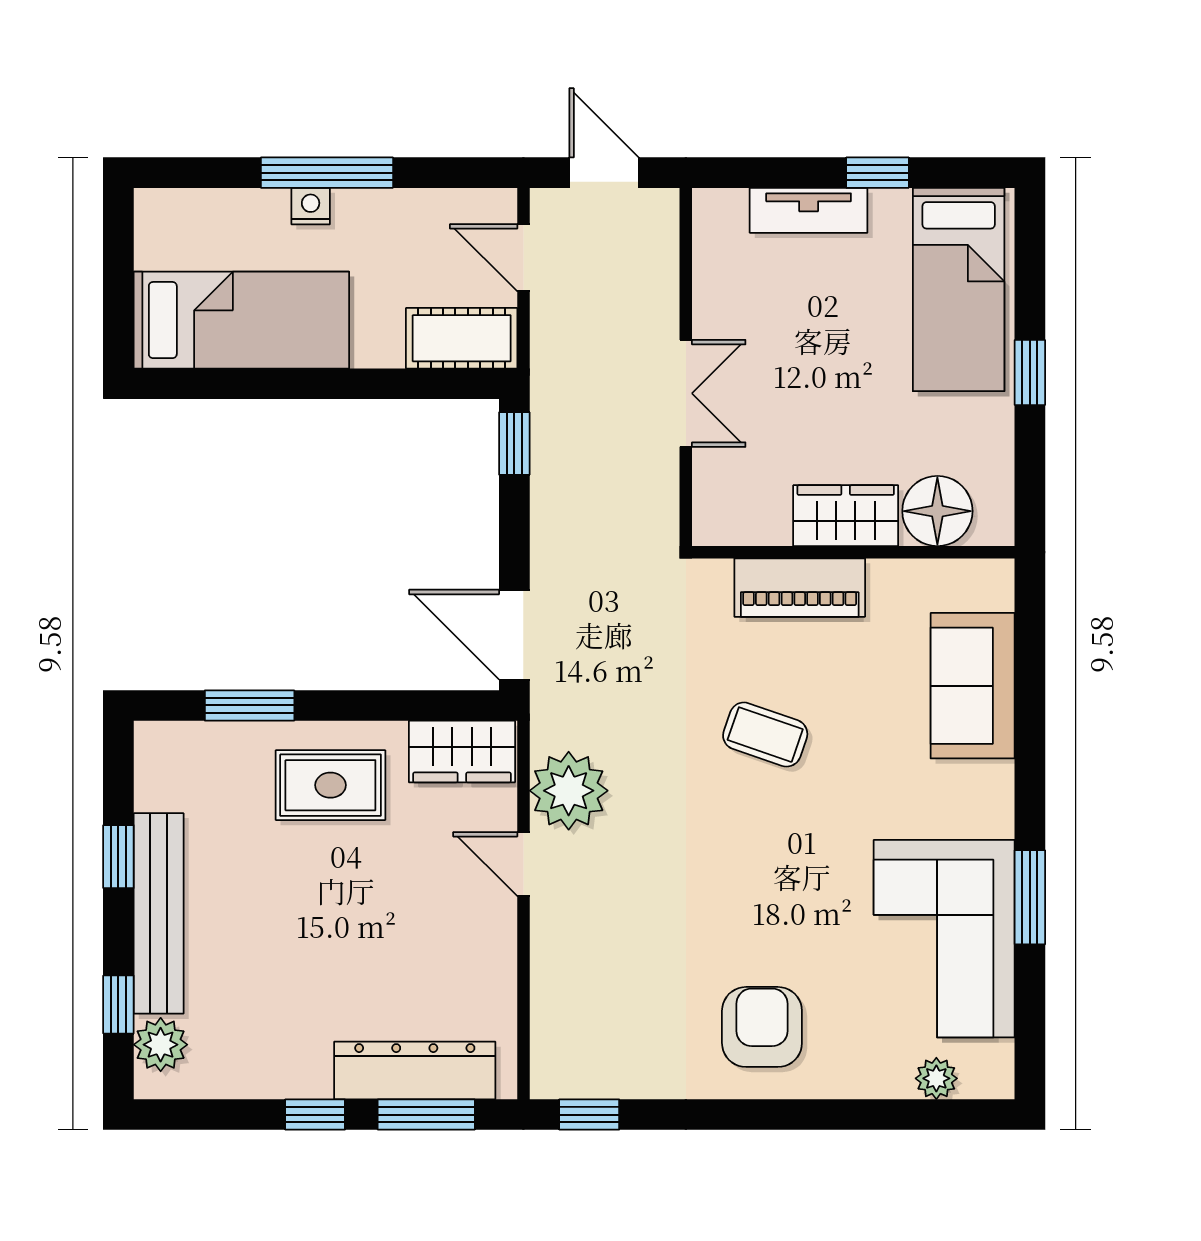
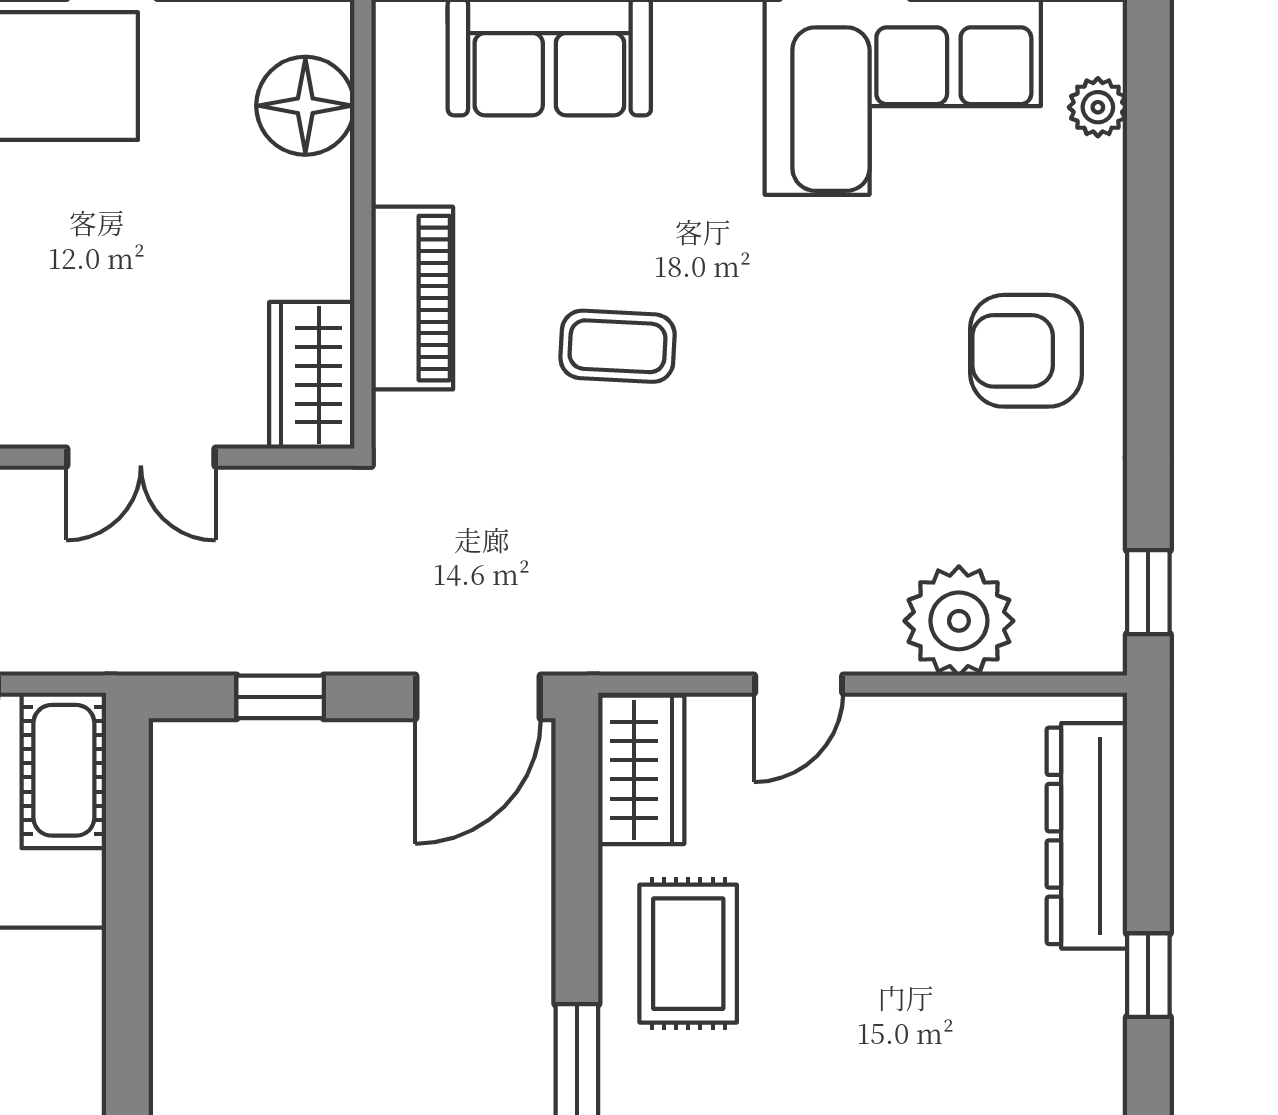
double door: (686, 393) -> (141, 457), swing flipped
window: (514, 444) -> (280, 697), moved
wardrobe: (846, 516) -> (312, 375), moved
coffee table: (765, 735) -> (618, 346), turned 74
plant: (569, 791) -> (959, 621), moved
window: (426, 1115) -> (1148, 820), removed

